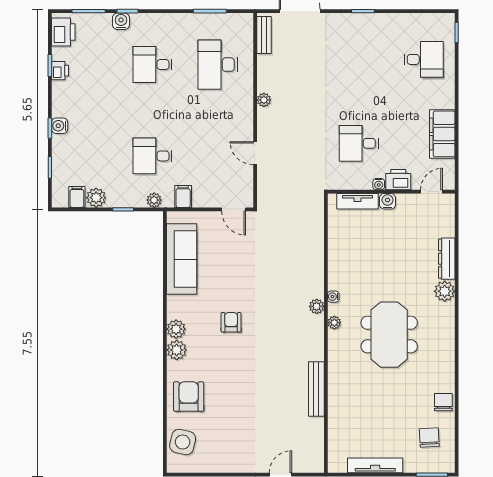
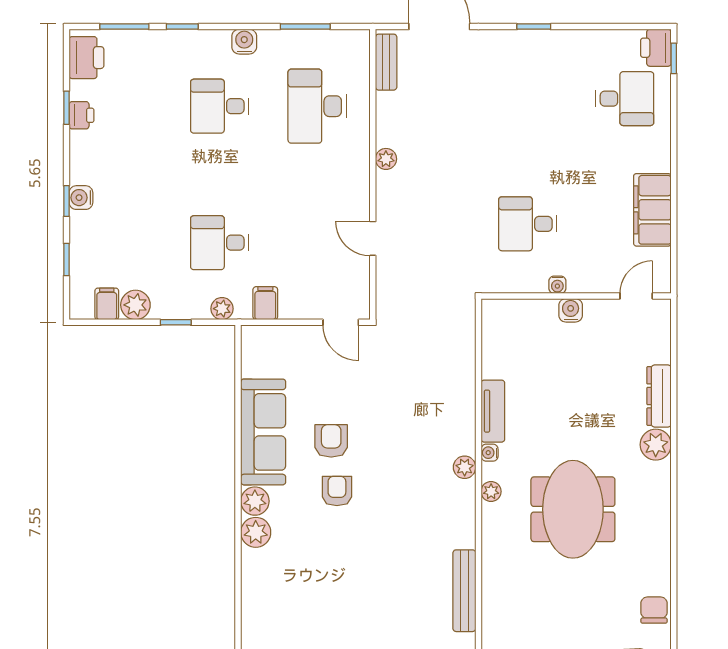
water cooler: (121, 21) -> (244, 42), moved
printer: (398, 180) -> (656, 48), moved, turned -90
tv unit: (358, 201) -> (493, 411), moved, turned -90
sofa: (182, 259) -> (263, 432), moved
armchair: (189, 397) -> (331, 441), moved, width x0.72, depth x0.72

